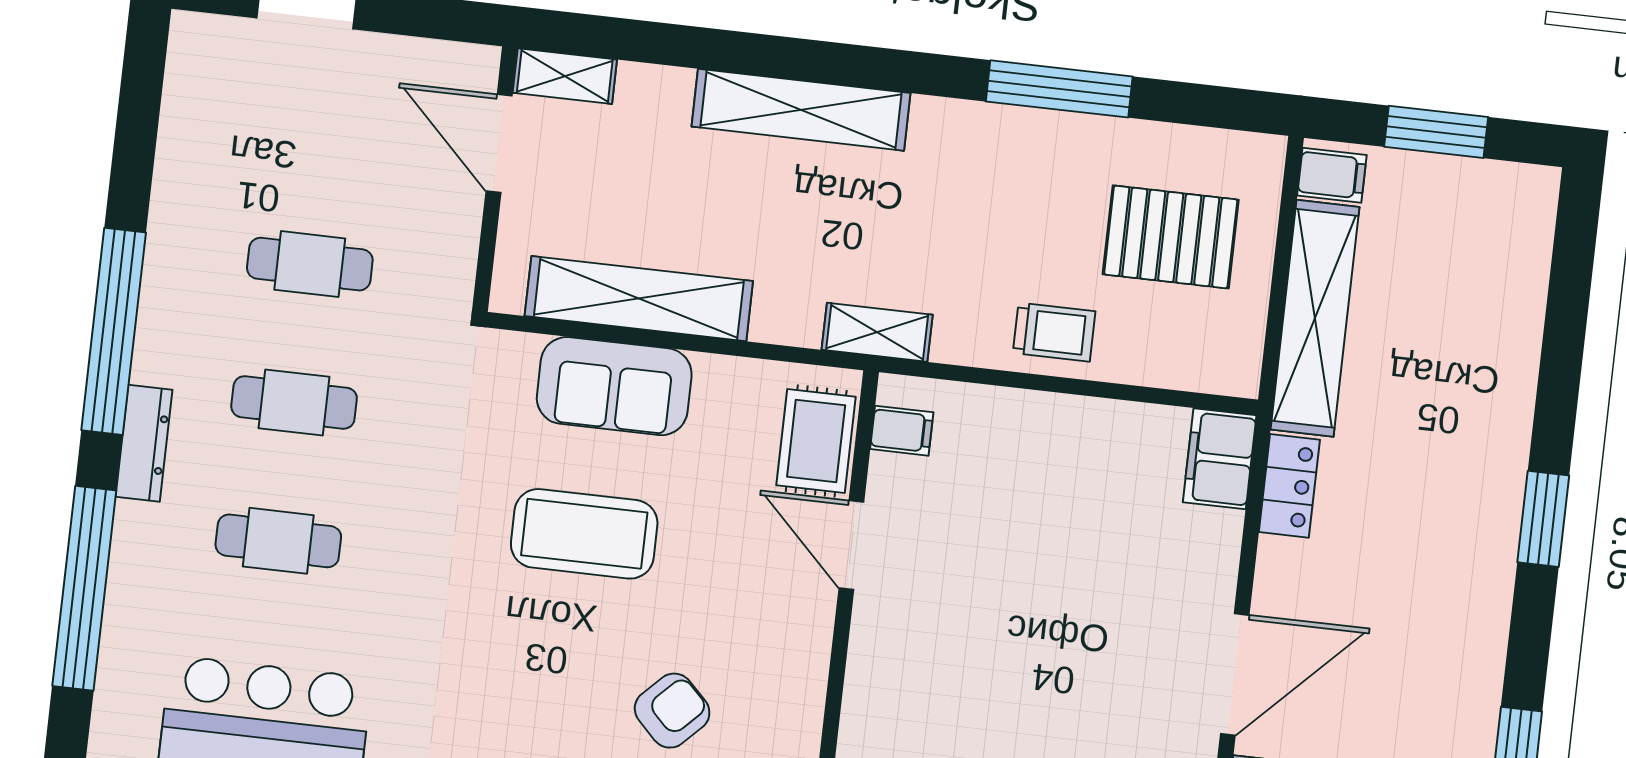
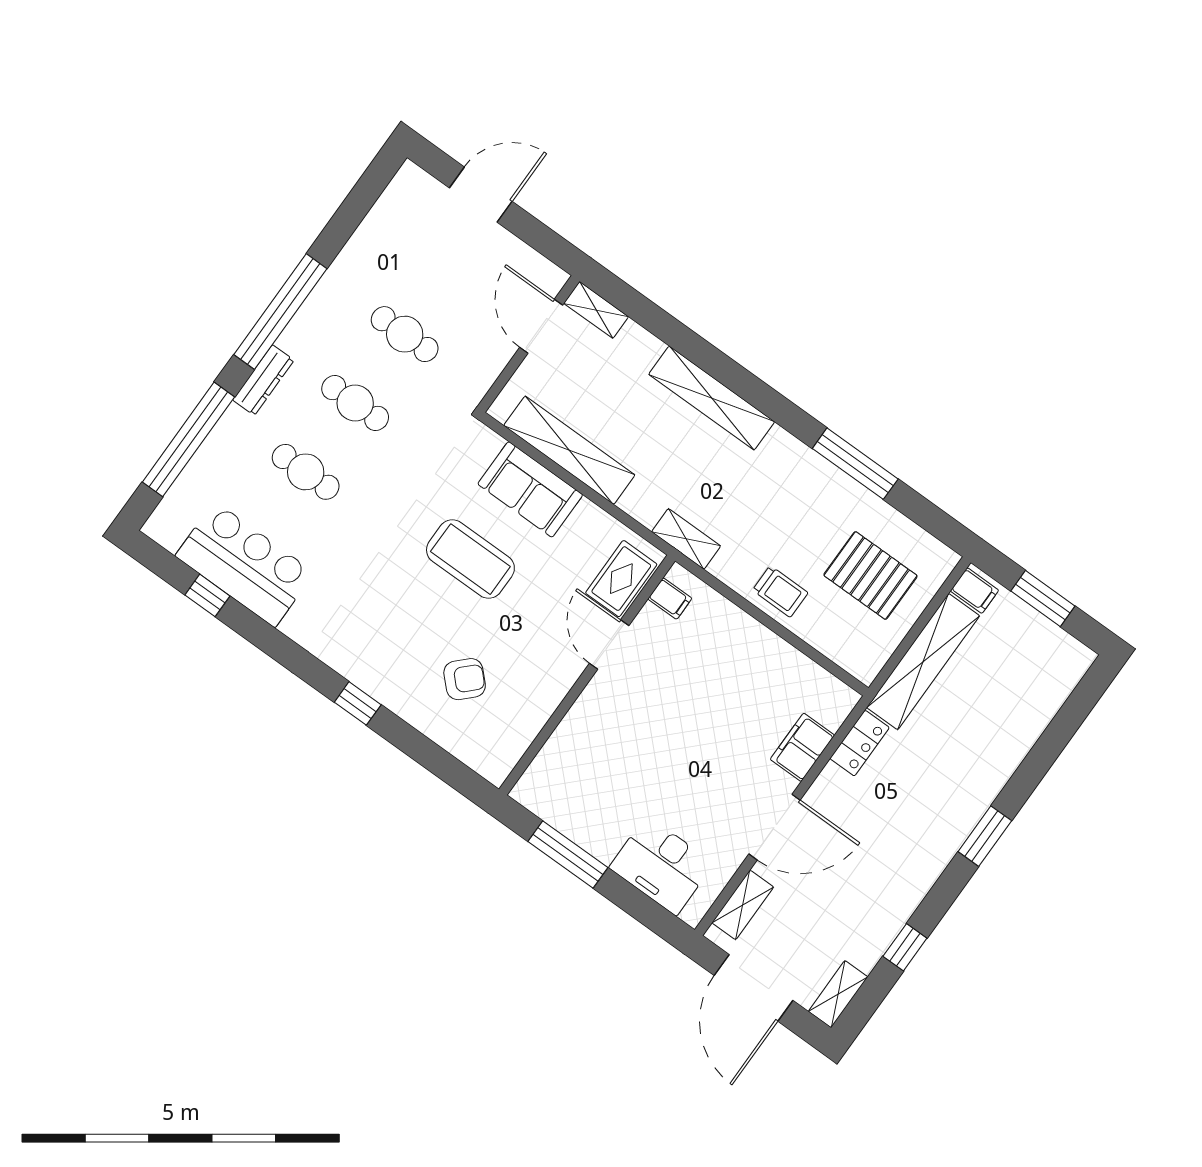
filing cabinet: (1220, 459) -> (802, 747), moved

